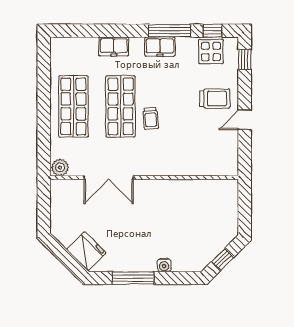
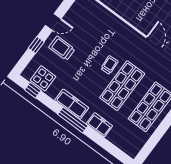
window: (170, 31) -> (73, 120), moved
freezer: (160, 47) -> (72, 104), width x1.40
window: (245, 59) -> (36, 45), moved

